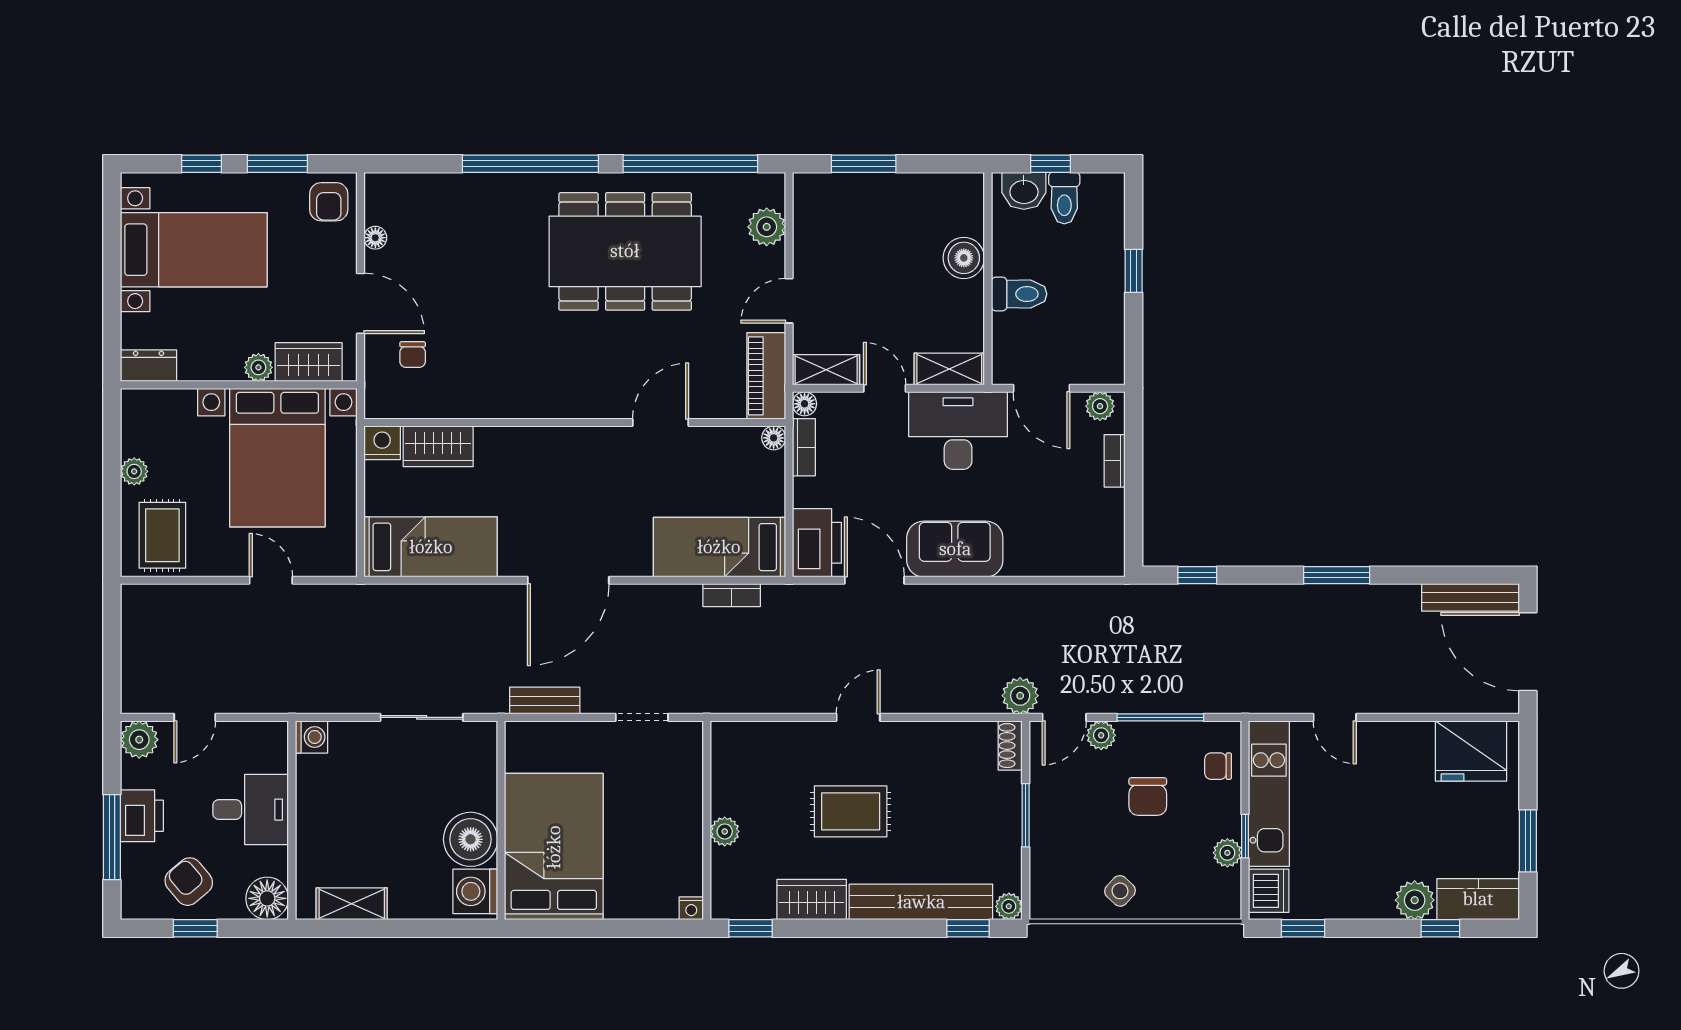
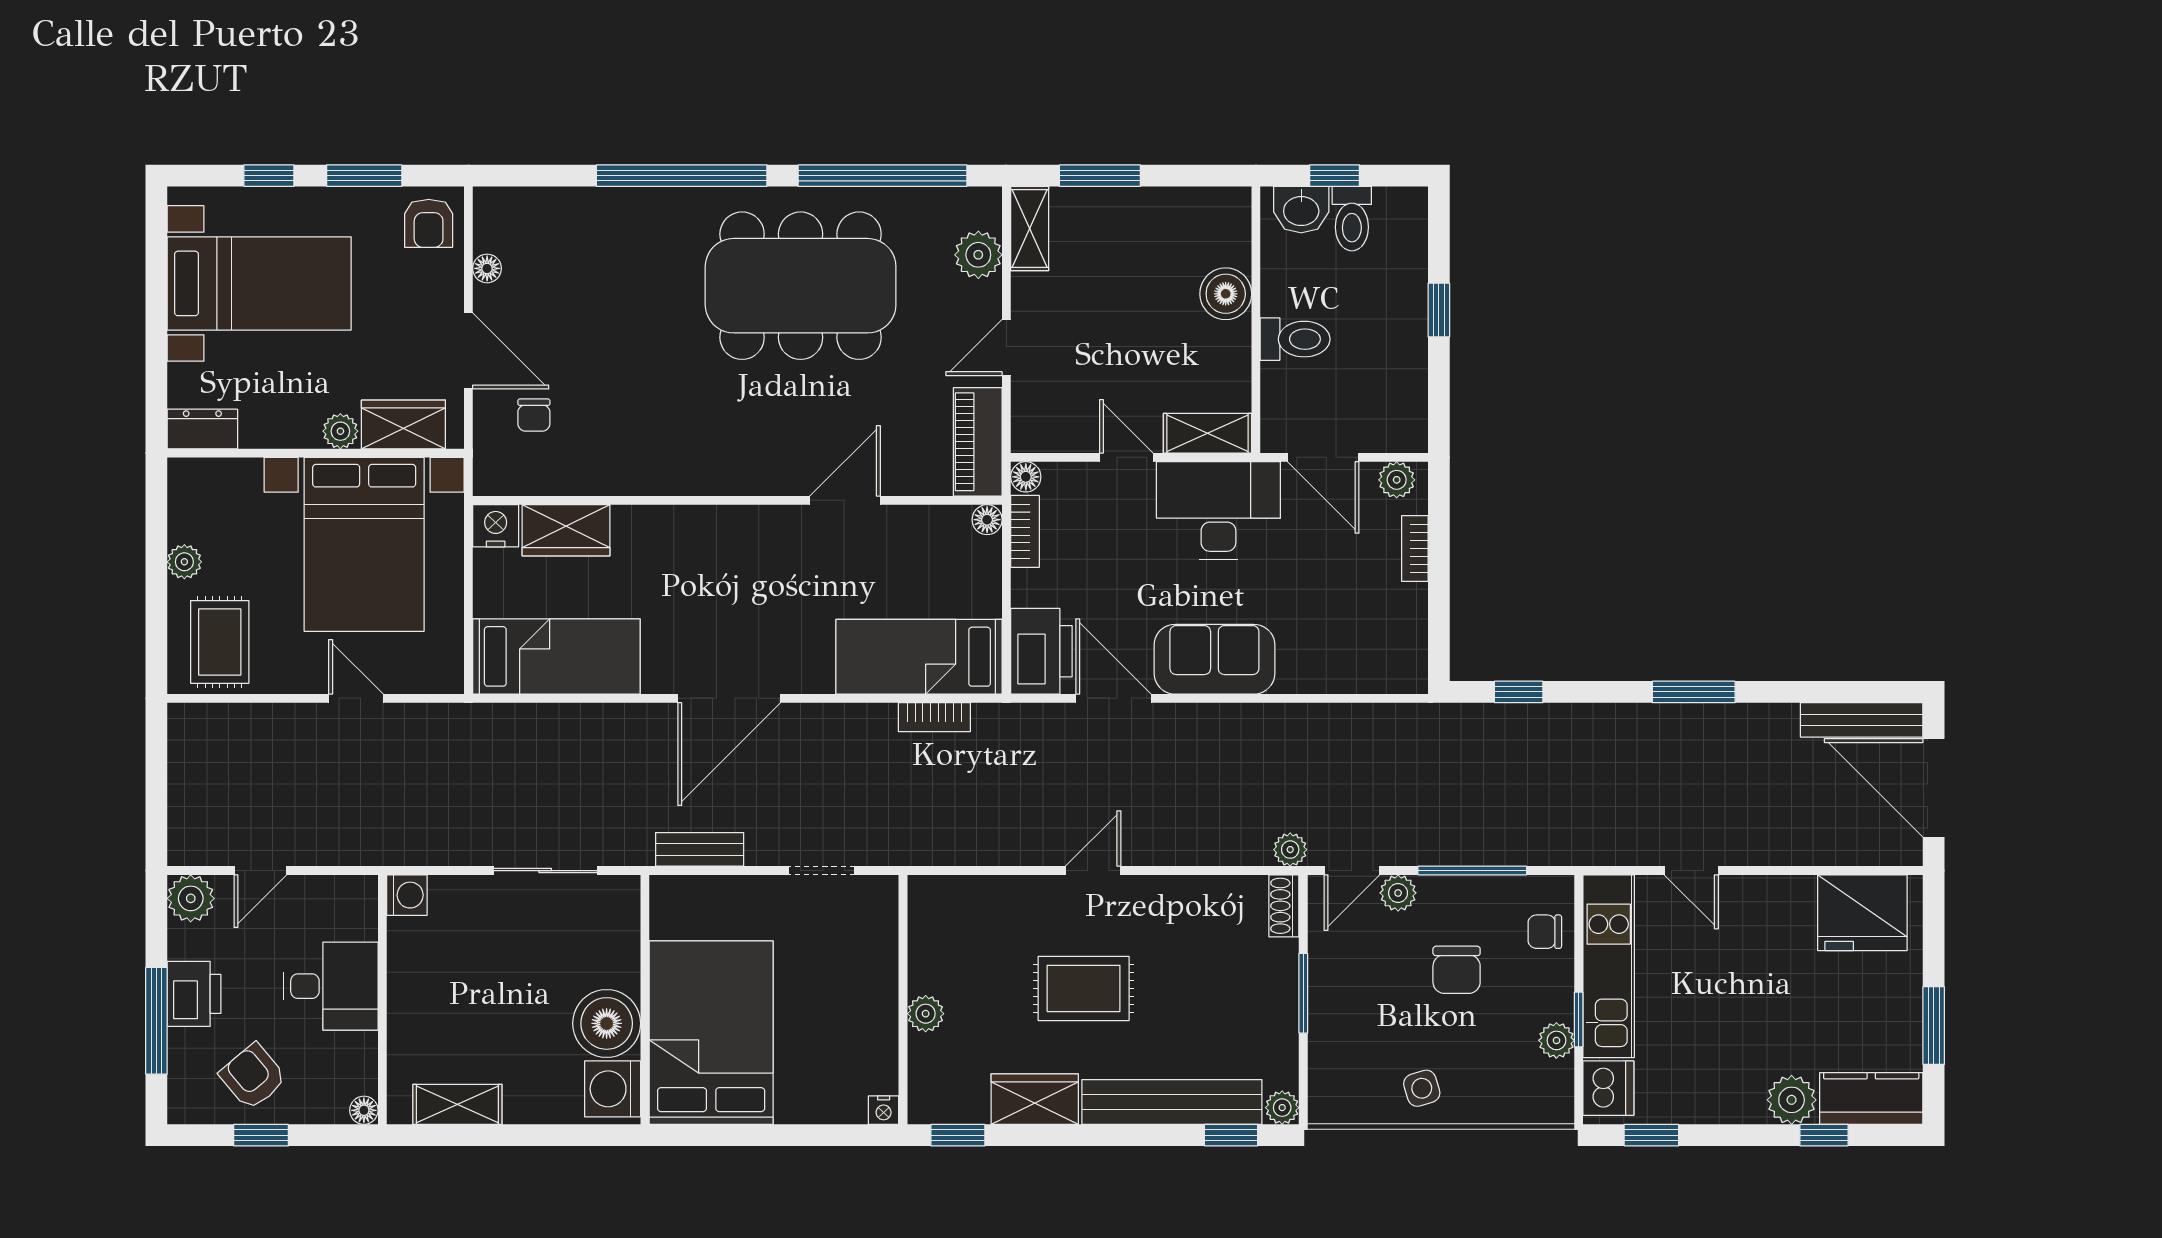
shelving: (826, 370) -> (1030, 229), moved, turned 90
plant: (1020, 696) -> (1290, 850), width x0.73, depth x0.73
side table: (1120, 891) -> (1422, 1088), turned 30
floor lamp: (267, 898) -> (364, 1110), width x0.53, depth x0.53

